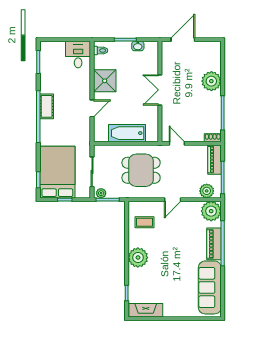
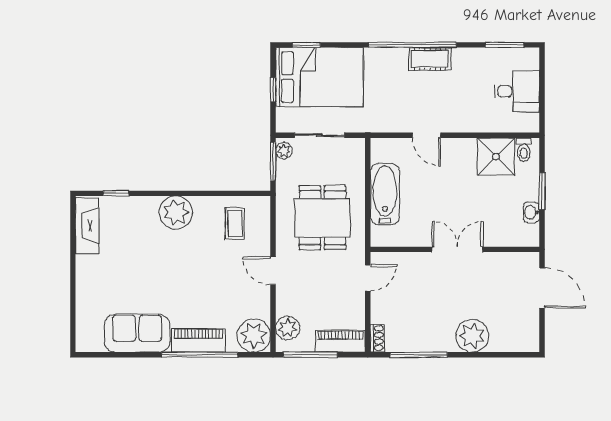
desk: (78, 55) -> (517, 91), moved
shower: (105, 81) -> (496, 157), moved
sofa: (210, 287) -> (137, 333), width x0.73

